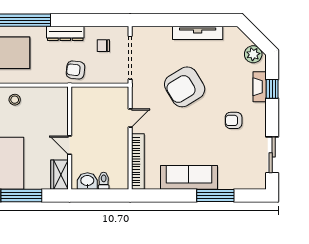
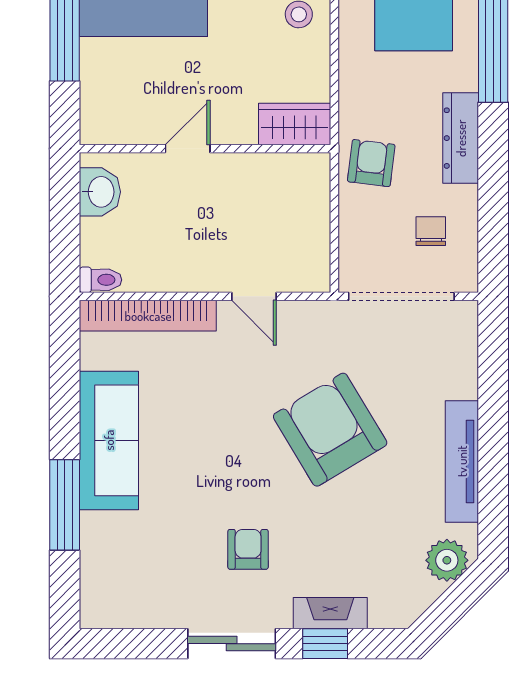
plant: (253, 54) -> (447, 560), moved
sliding door: (272, 155) -> (232, 644), moved
wardrobe: (60, 175) -> (295, 124), moved
toilet: (104, 181) -> (101, 280), moved

